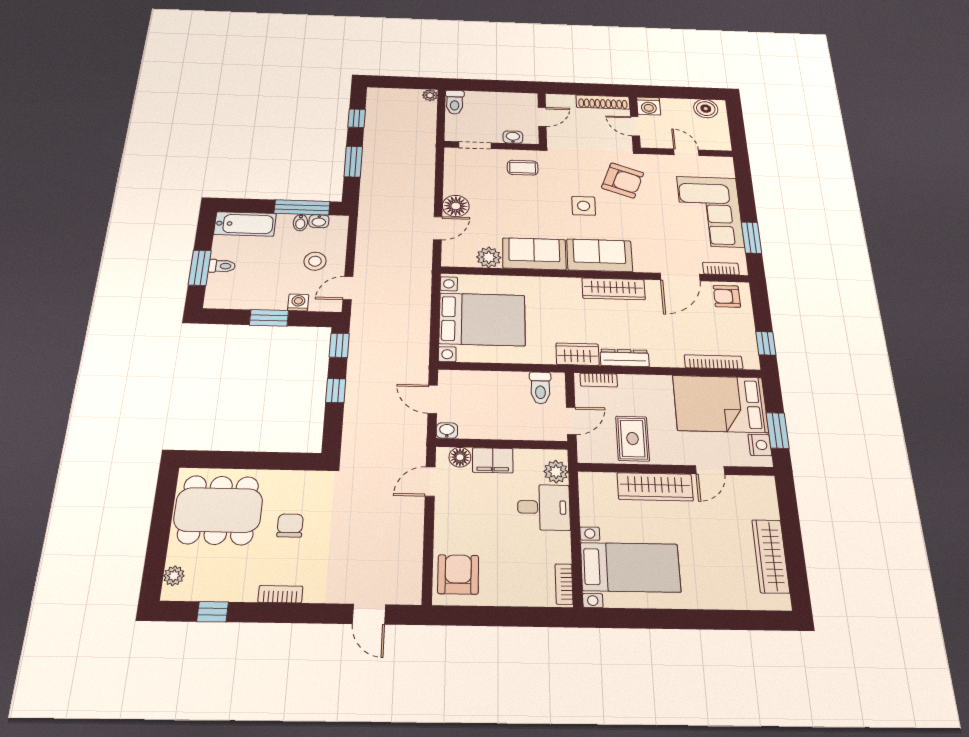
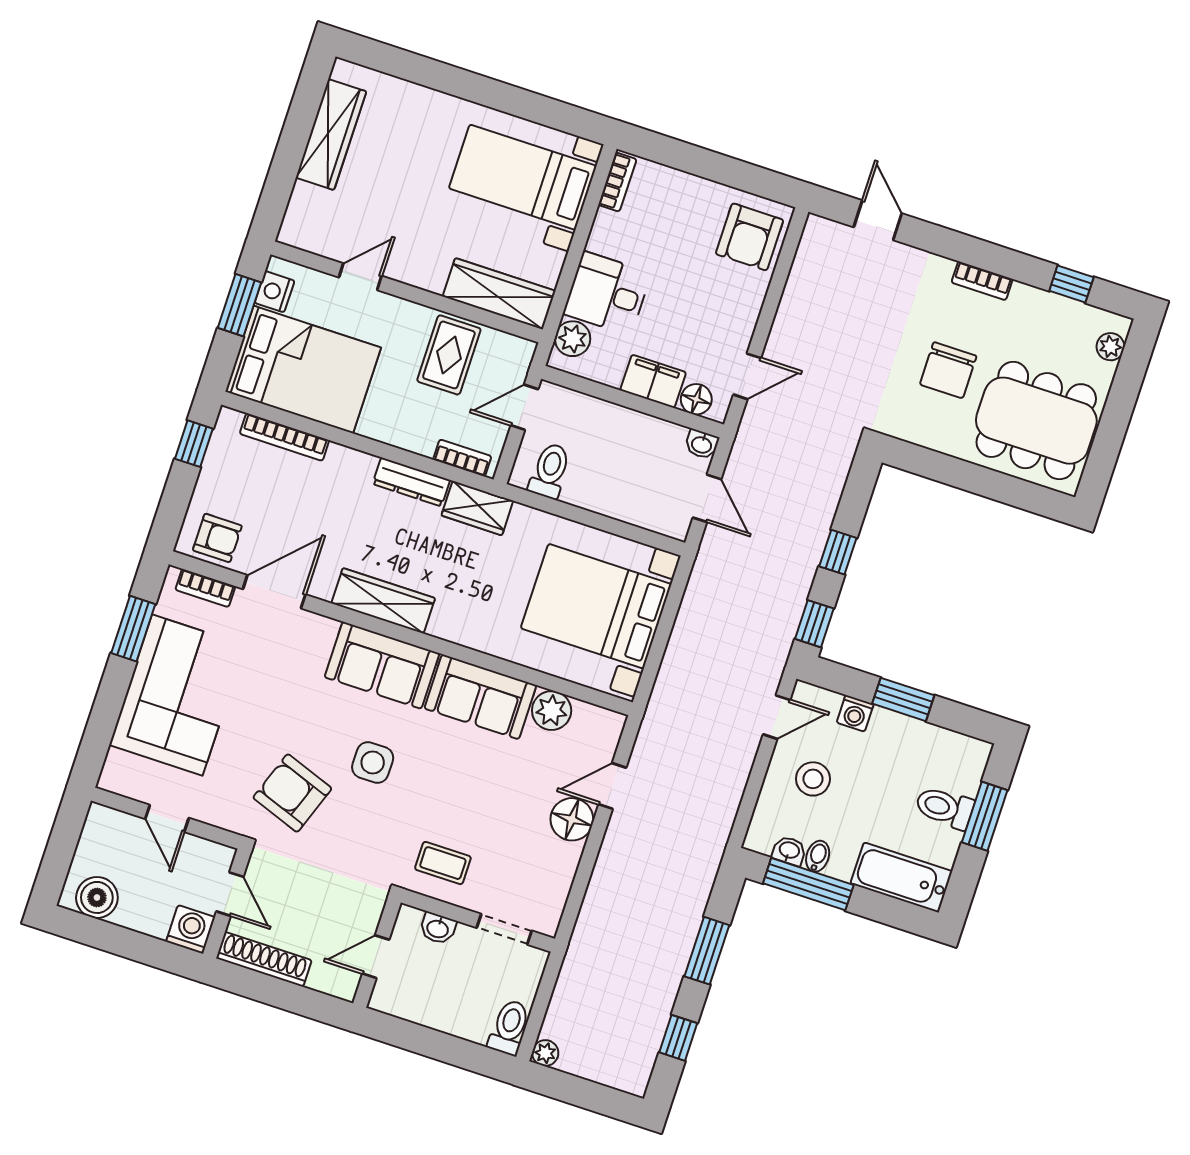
toilet: (222, 266) -> (944, 808), width x1.37, depth x1.39
wardrobe: (655, 487) -> (499, 294), moved
chair: (290, 525) -> (948, 370), width x1.37, depth x1.37

